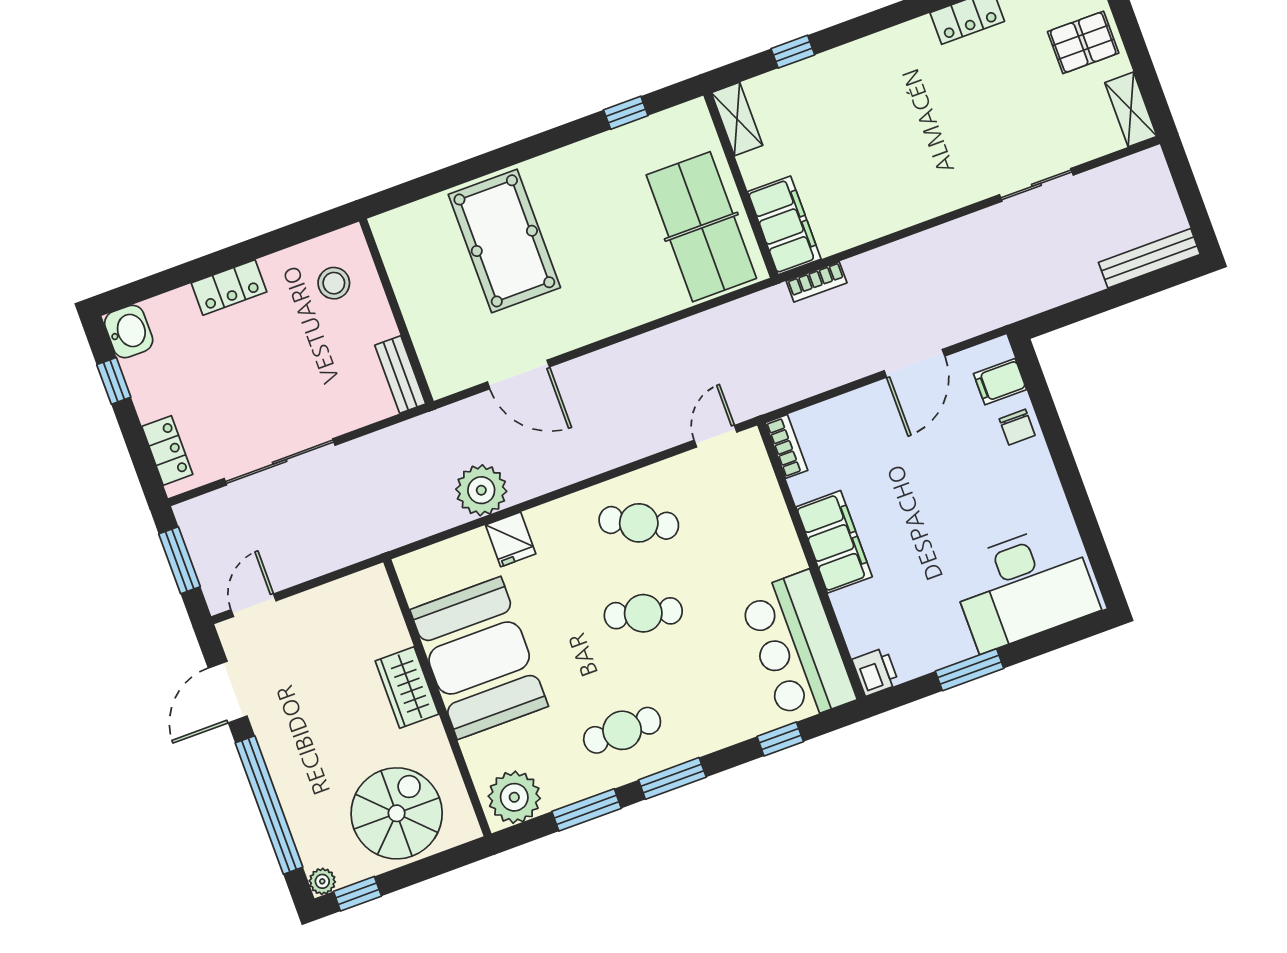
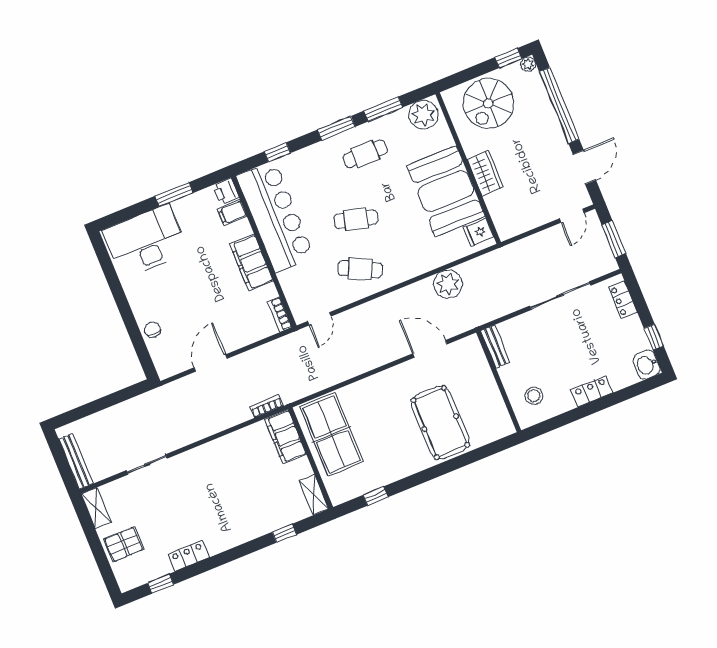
bench: (1149, 258) -> (76, 461), moved, turned 90
filing cabinet: (1000, 382) -> (232, 213), moved, turned 180
fridge: (511, 539) -> (478, 232), moved, turned -90
bar counter: (797, 647) -> (275, 216), width x1.36

